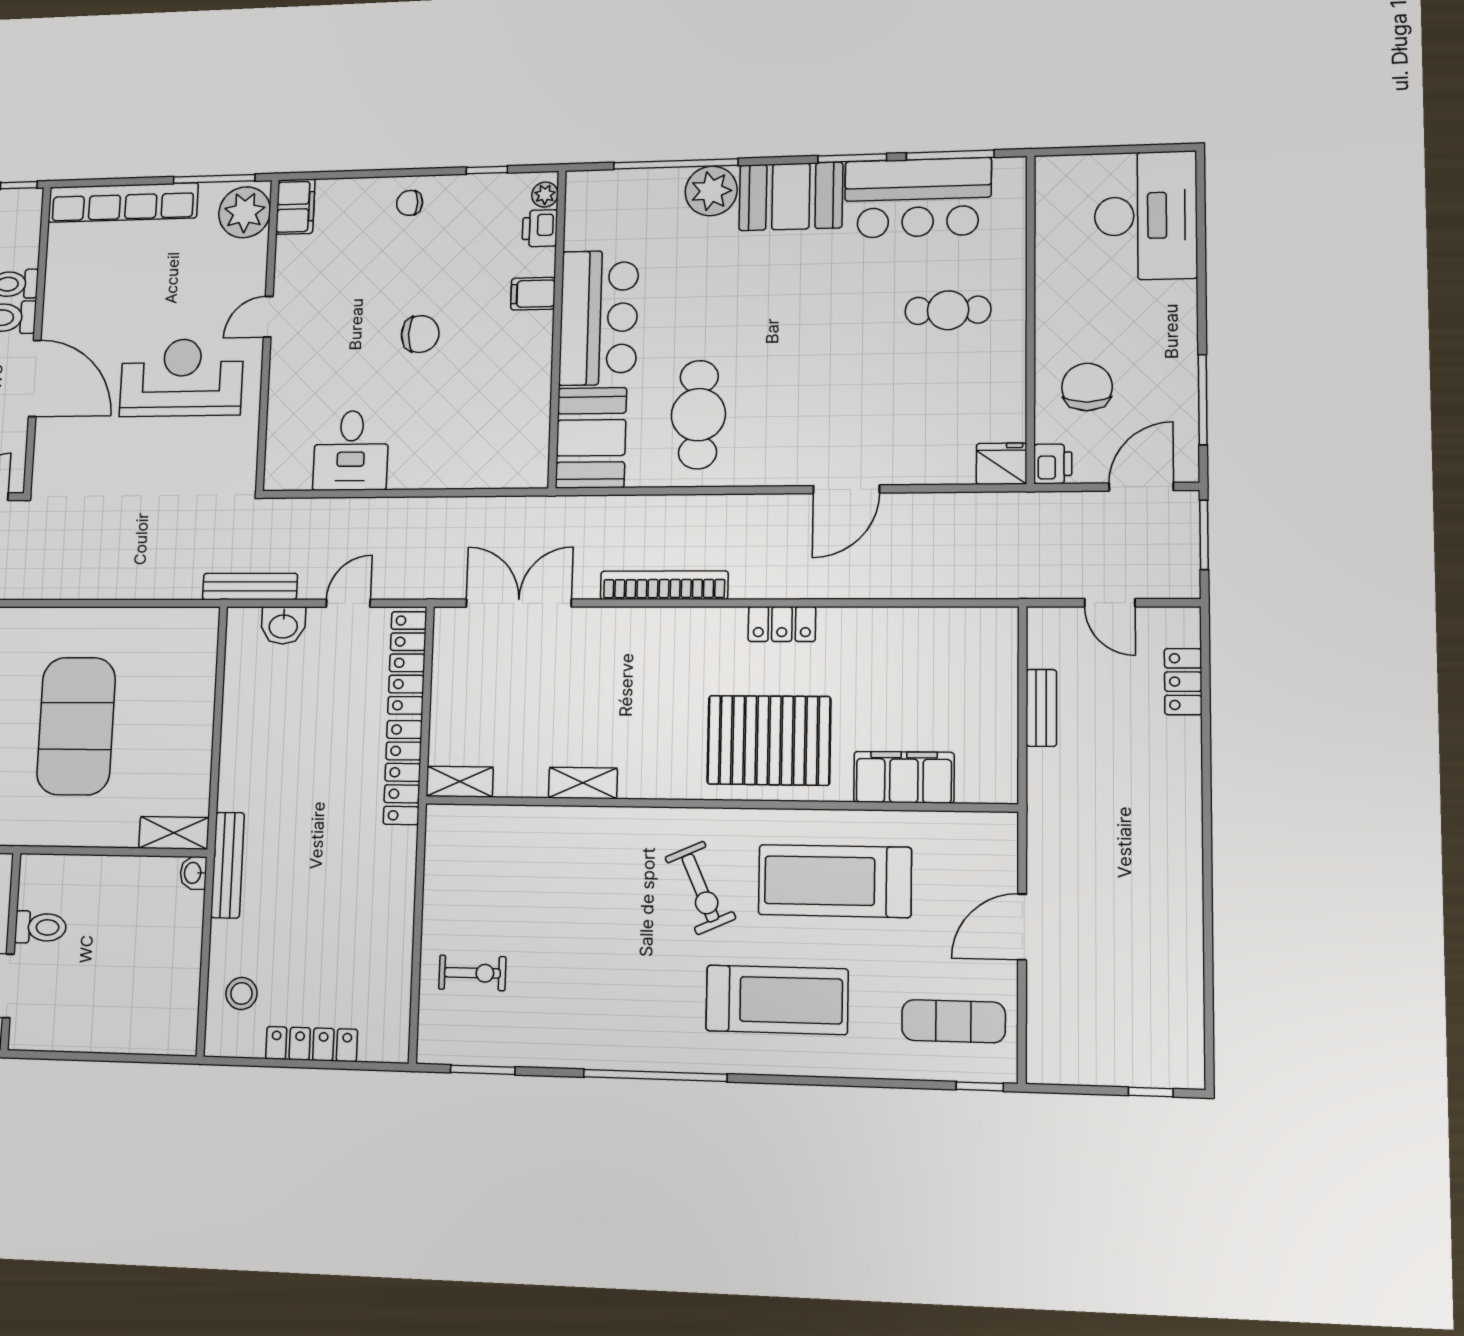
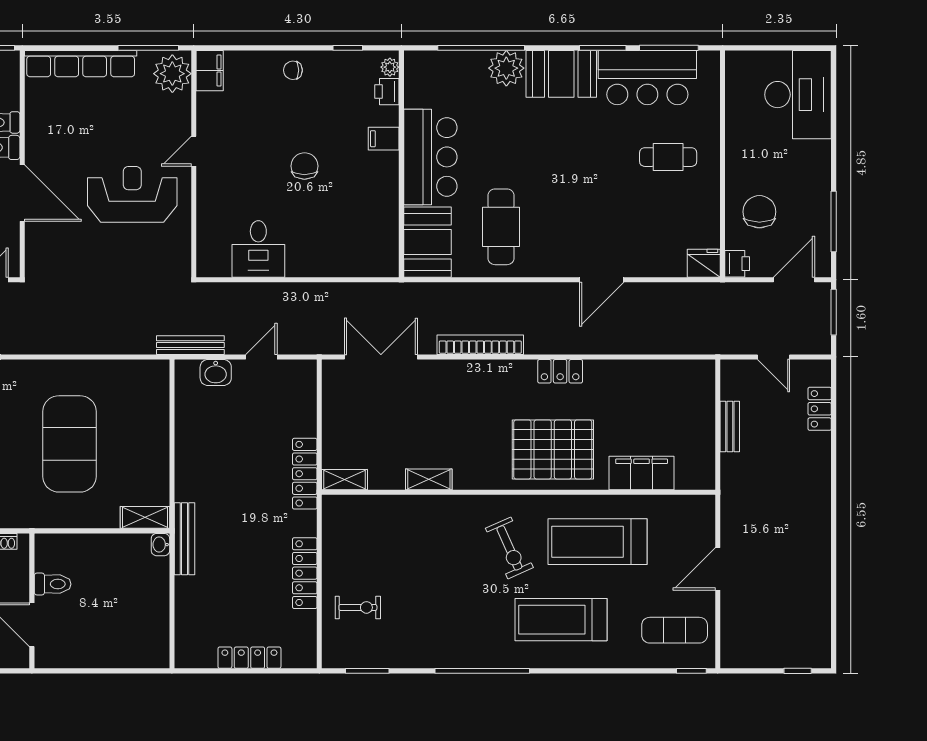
chair: (420, 334) -> (304, 166), turned -90
locker: (407, 663) -> (305, 573), moved
stool: (241, 993) -> (199, 625), removed
treadmill: (777, 1000) -> (561, 620), turned 180

